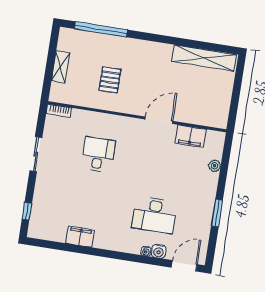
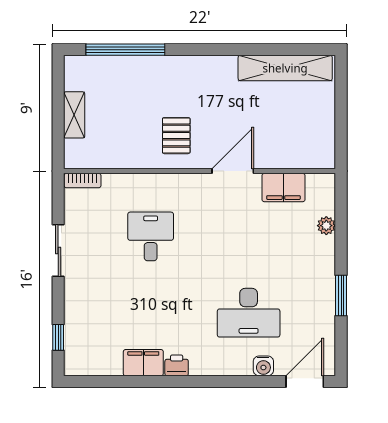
pallet: (110, 80) -> (176, 136), moved
printer: (102, 242) -> (177, 365), added
water cooler: (146, 251) -> (244, 369), removed

